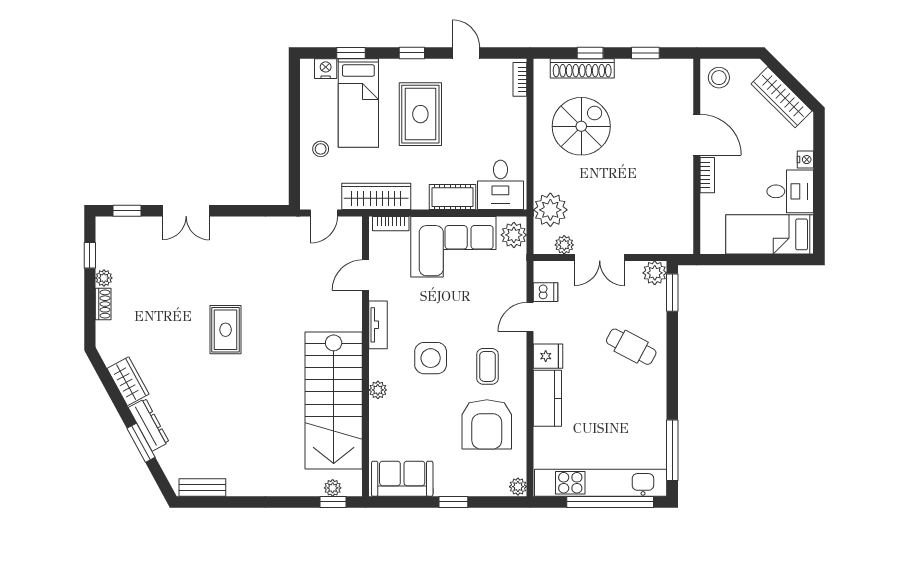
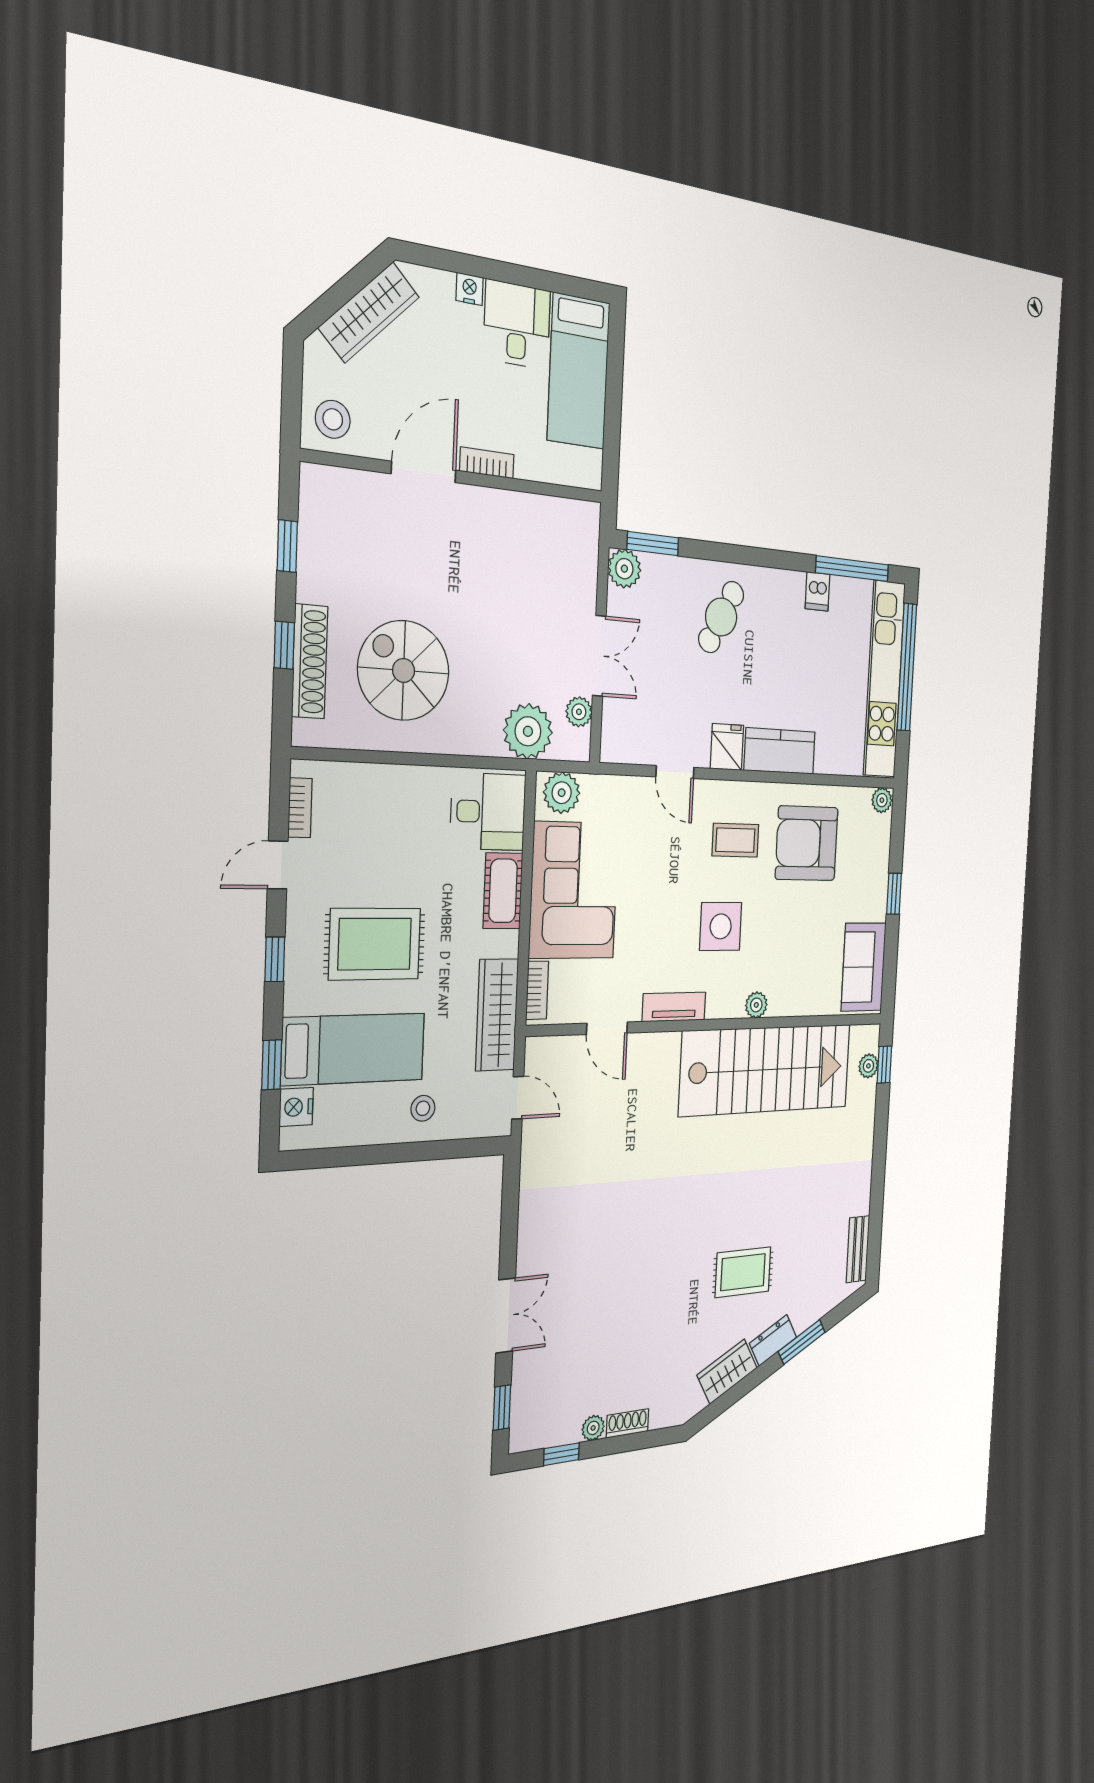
bookcase: (520, 79) -> (300, 808), moved, turned -90
dishwasher: (546, 292) -> (817, 591), moved, turned 180
rug: (226, 330) -> (743, 1272), moved
armchair: (487, 424) -> (807, 843), turned 180
dresser: (149, 425) -> (773, 1340), width x0.70

